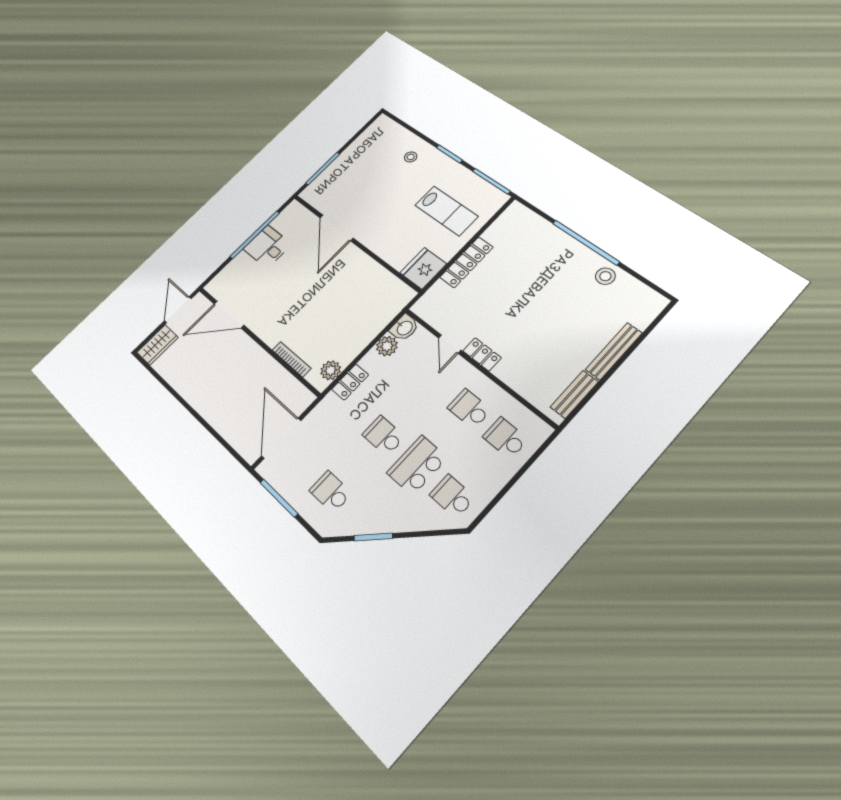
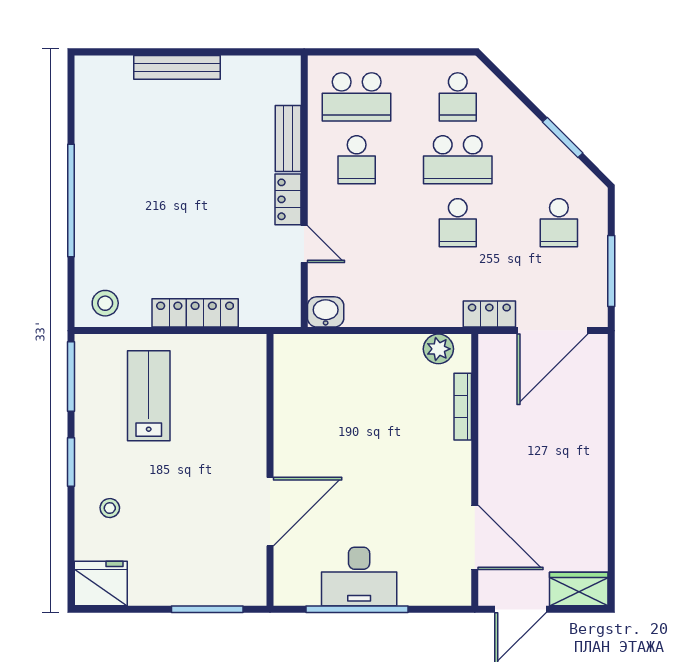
desk: (267, 247) -> (359, 576), width x1.37
fridge: (423, 268) -> (101, 584), moved, turned 180
stool: (605, 276) -> (105, 303), moved
door: (450, 344) -> (304, 244), hinge flipped
plant: (387, 346) -> (361, 312), removed
locker: (350, 382) -> (489, 314), moved
bench: (574, 394) -> (288, 139), moved, turned 90
school desk: (505, 438) -> (357, 97), width x1.85

